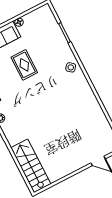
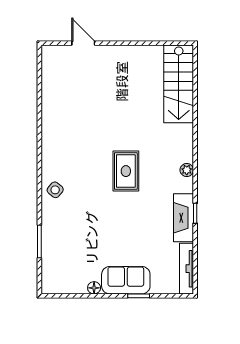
rug: (24, 65) -> (126, 171), moved

